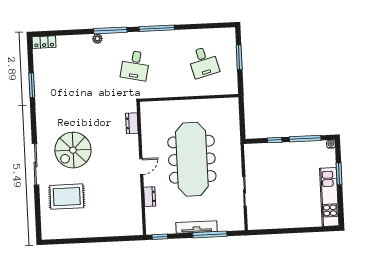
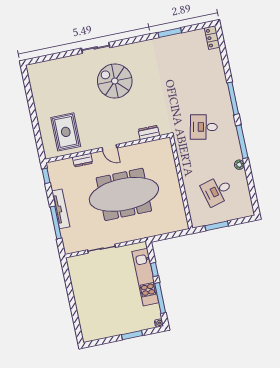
plant: (97, 39) -> (239, 165), moved
window: (239, 57) -> (217, 226), moved
sliding door: (35, 164) -> (96, 48), width x0.73
rug: (67, 197) -> (66, 132), moved
kitchen unit: (329, 197) -> (145, 277), moved, turned -90

